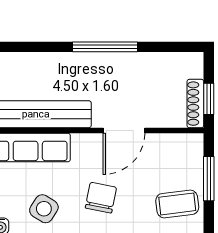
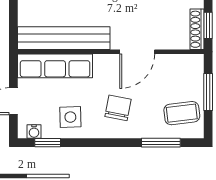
side table: (44, 209) -> (70, 117), turned -34

